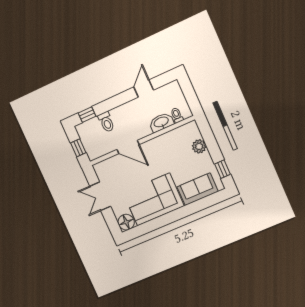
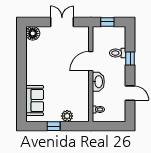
window: (87, 115) -> (130, 58), moved
washbasin: (161, 122) -> (98, 82), moved
window: (222, 169) -> (54, 126), moved
corner sofa: (153, 199) -> (41, 63), removed

